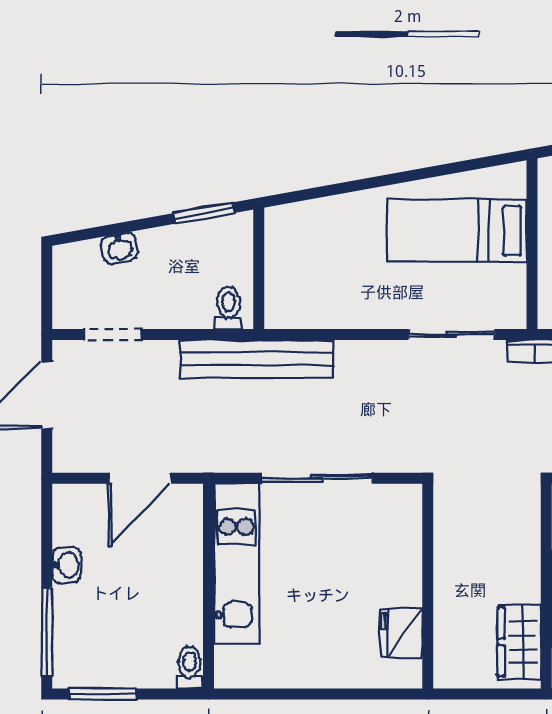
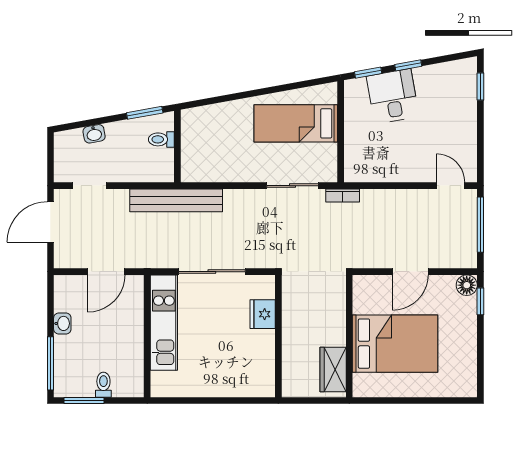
toilet: (229, 308) -> (161, 139), moved, turned -90
fridge: (401, 633) -> (263, 314), moved
toilet: (189, 667) -> (103, 385), moved

